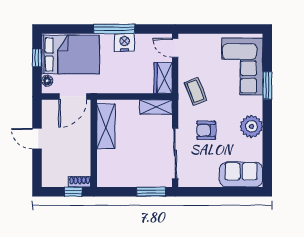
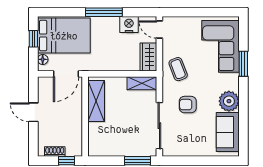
nightstand: (125, 42) -> (129, 25), moved
sofa: (241, 175) -> (228, 132), moved, turned -90
shoe rack: (80, 182) -> (55, 152), moved

